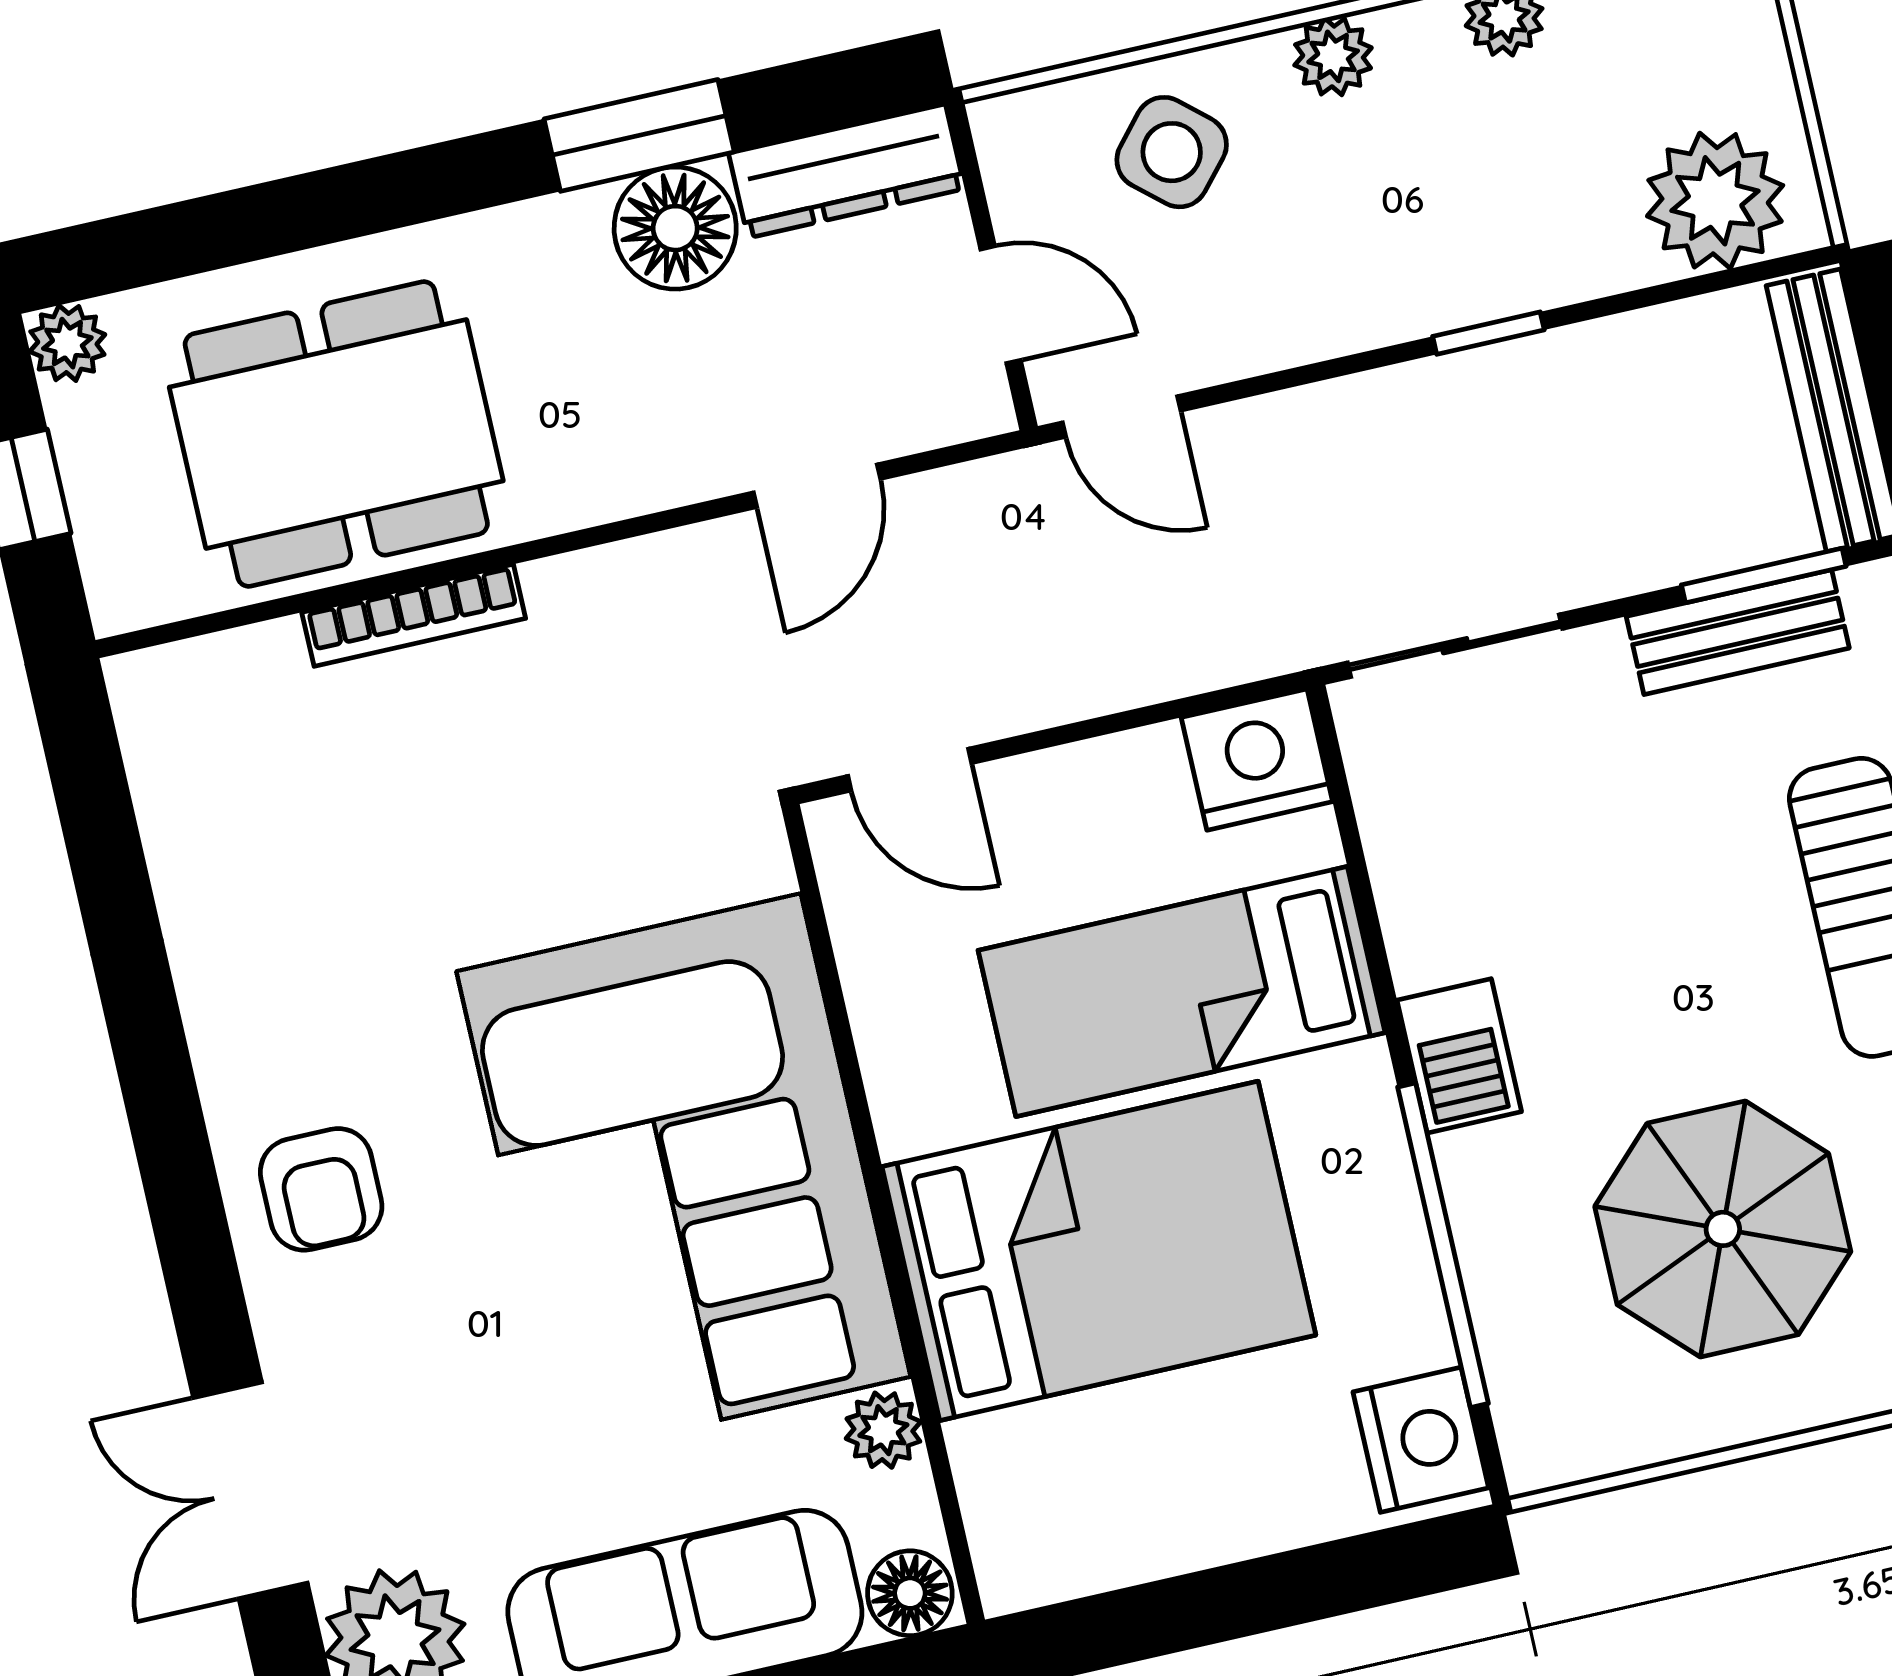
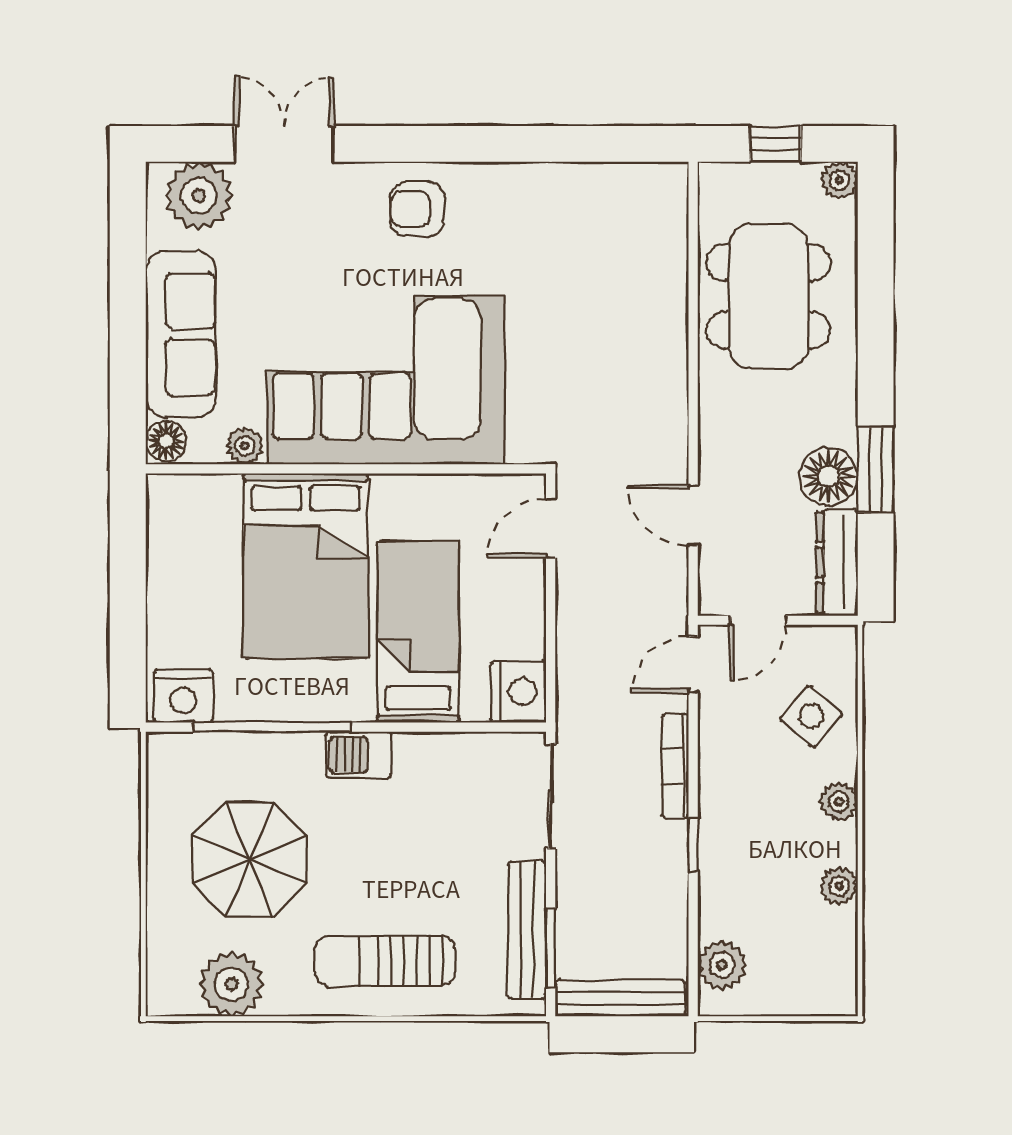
plant: (1715, 201) -> (722, 965), width x0.73, depth x0.73
bookcase: (414, 615) -> (675, 766), moved
bench: (1738, 632) -> (527, 930), width x1.36

